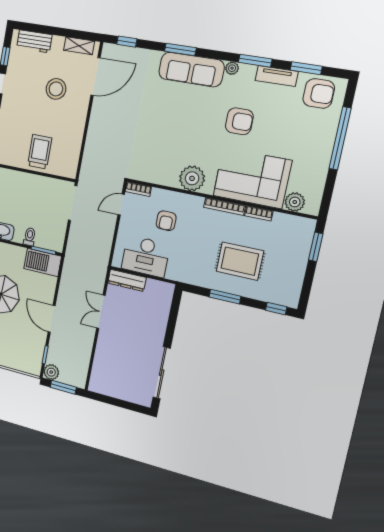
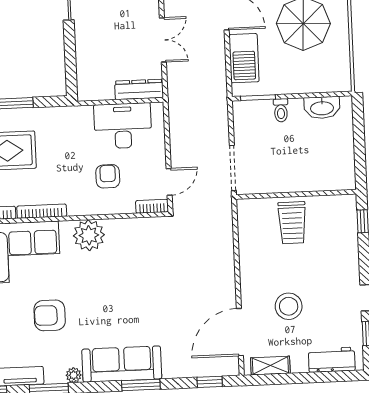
barbecue: (43, 262) -> (244, 58), moved, turned 90

